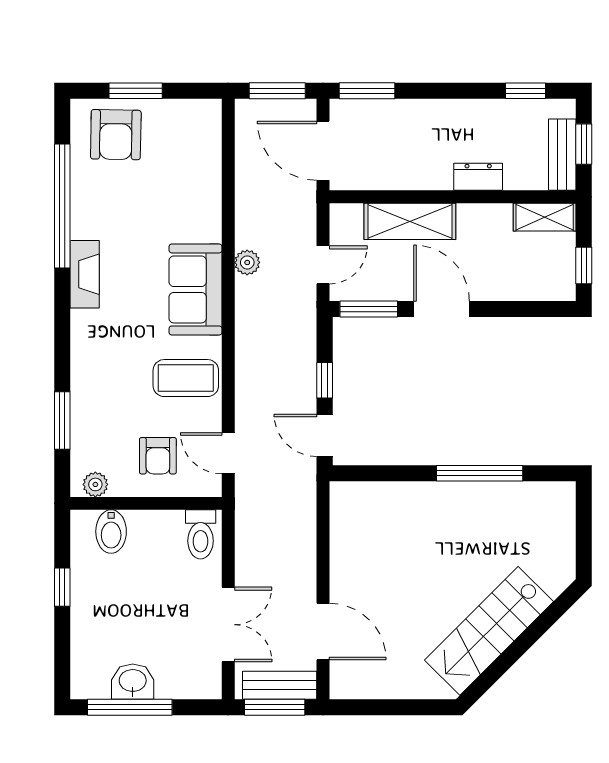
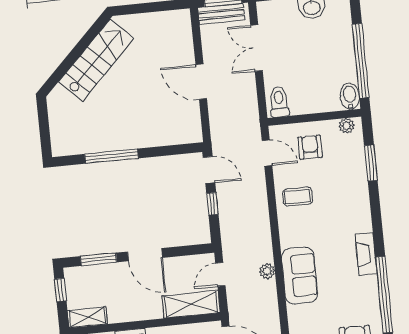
shelving: (410, 221) -> (191, 304), moved
sofa: (196, 289) -> (300, 276), moved
window: (369, 309) -> (99, 259), moved
coffee table: (186, 378) -> (298, 197), width x0.73, depth x0.77
bidet: (111, 532) -> (350, 96), moved
window: (62, 587) -> (361, 61), width x3.17
door: (323, 632) -> (201, 82), moved

